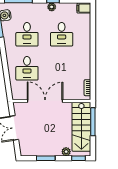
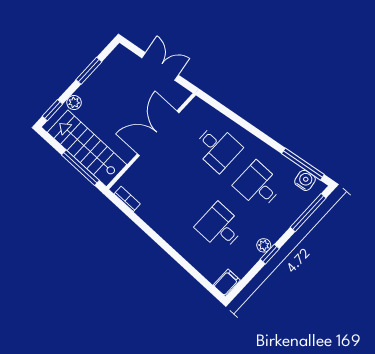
desk: (27, 68) -> (217, 148), turned 180
double door: (45, 101) -> (158, 133), swing flipped

